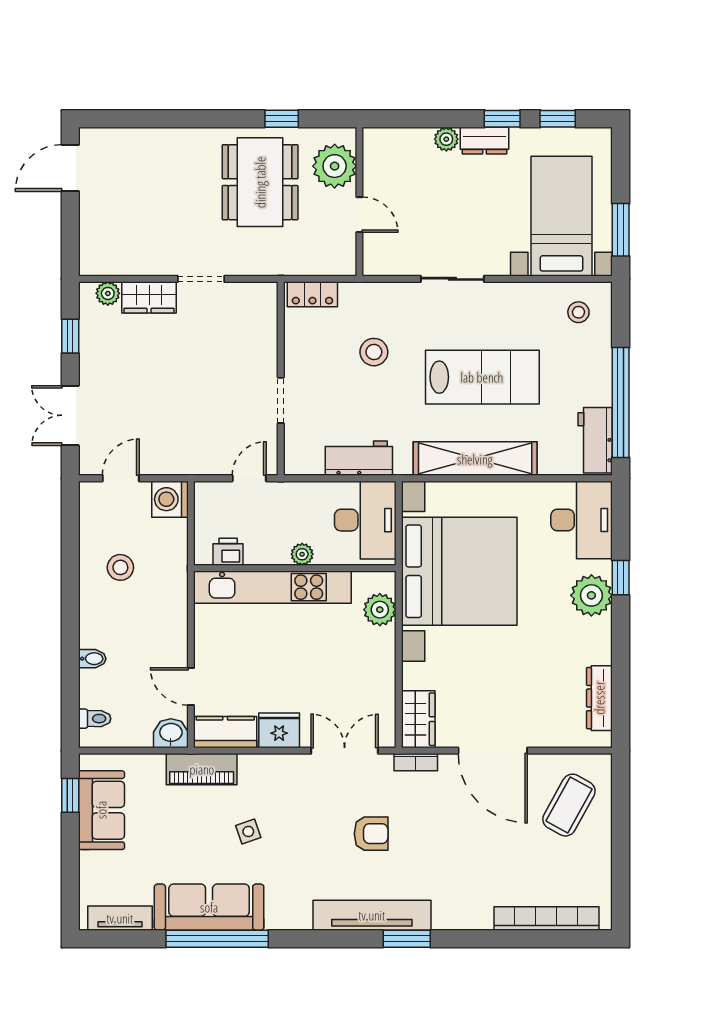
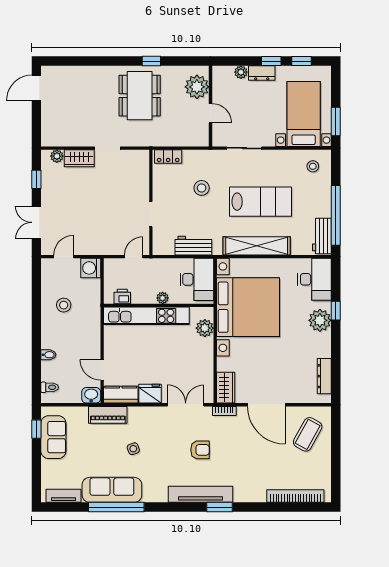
plant: (335, 166) -> (197, 87), moved
wall: (359, 202) -> (210, 106), moved
door: (359, 215) -> (210, 113), moved

